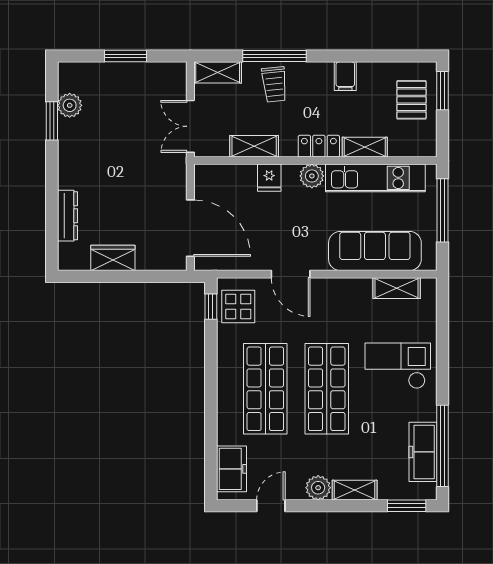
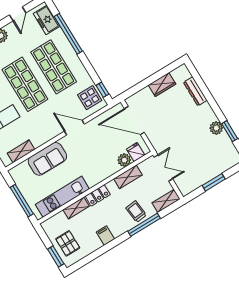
plant: (70, 105) -> (216, 128), moved
plant: (312, 176) -> (124, 160), moved
fridge: (269, 178) -> (136, 152), moved
sofa: (375, 251) -> (47, 159), width x0.73
window: (211, 427) -> (68, 34), added

